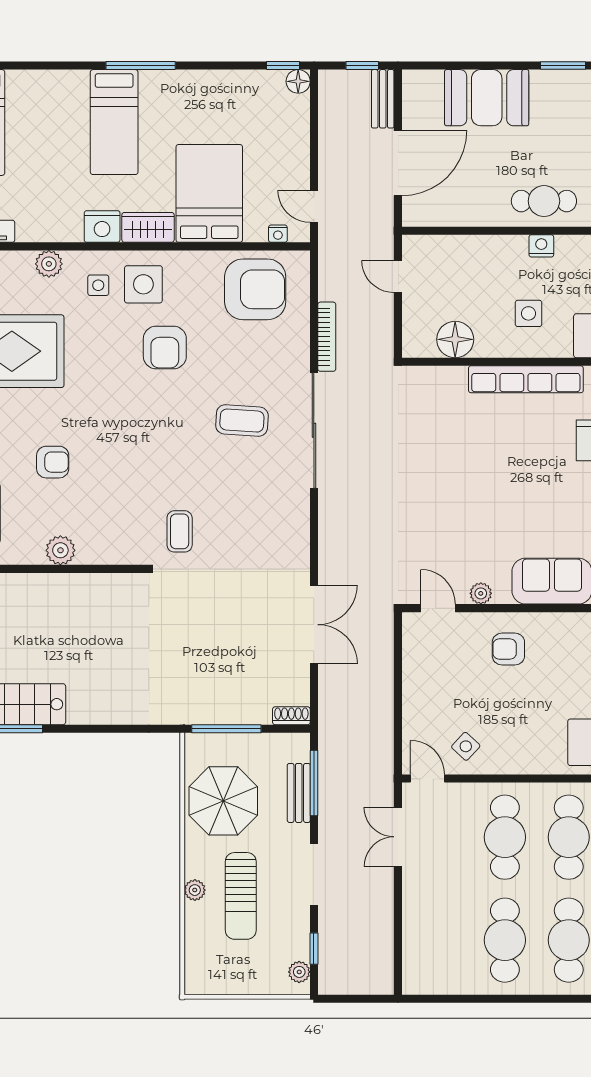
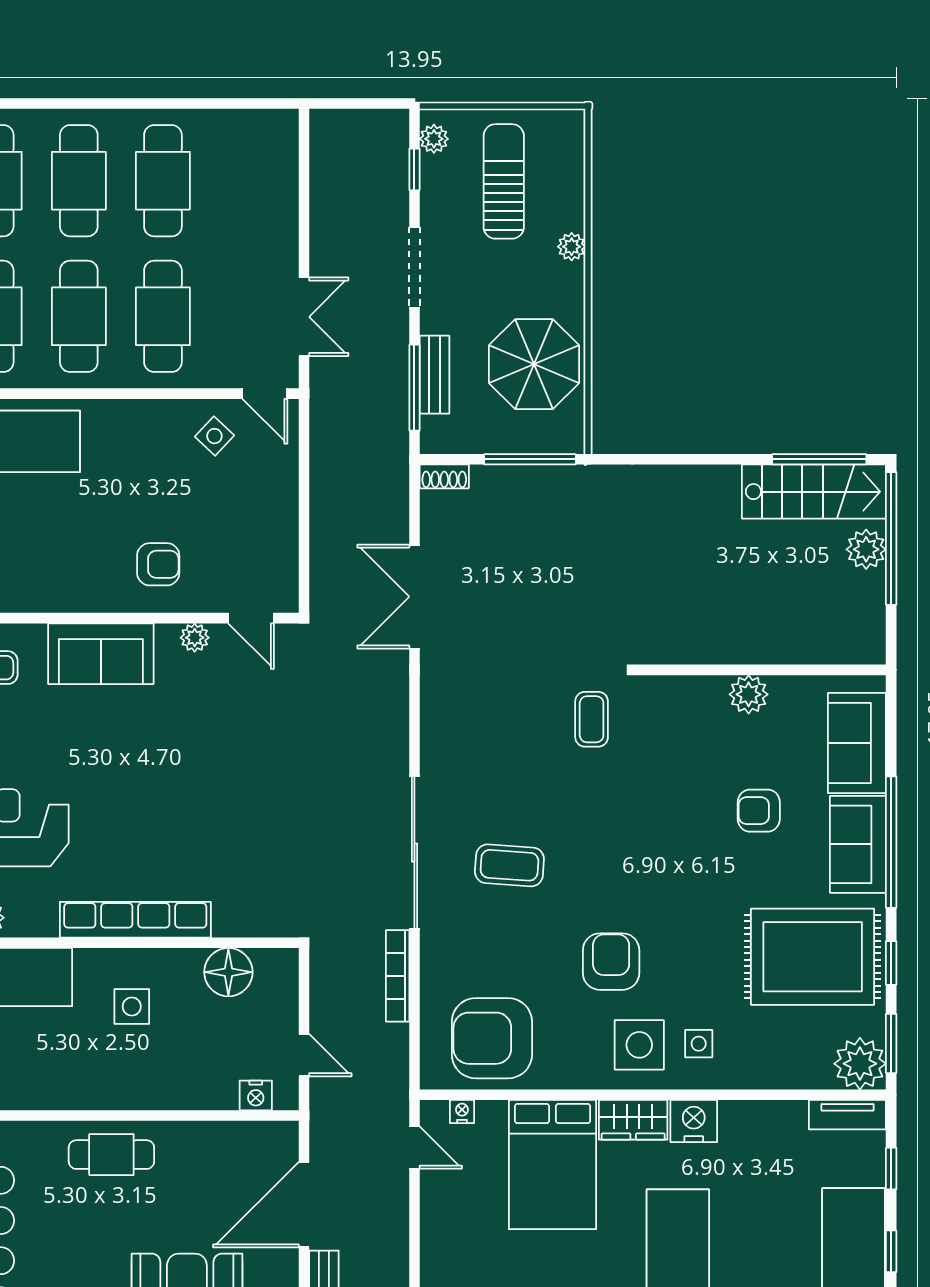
nightstand: (541, 246) -> (256, 1095), moved
plant: (49, 264) -> (764, 1072), removed
sun lounger: (241, 896) -> (504, 181), moved

